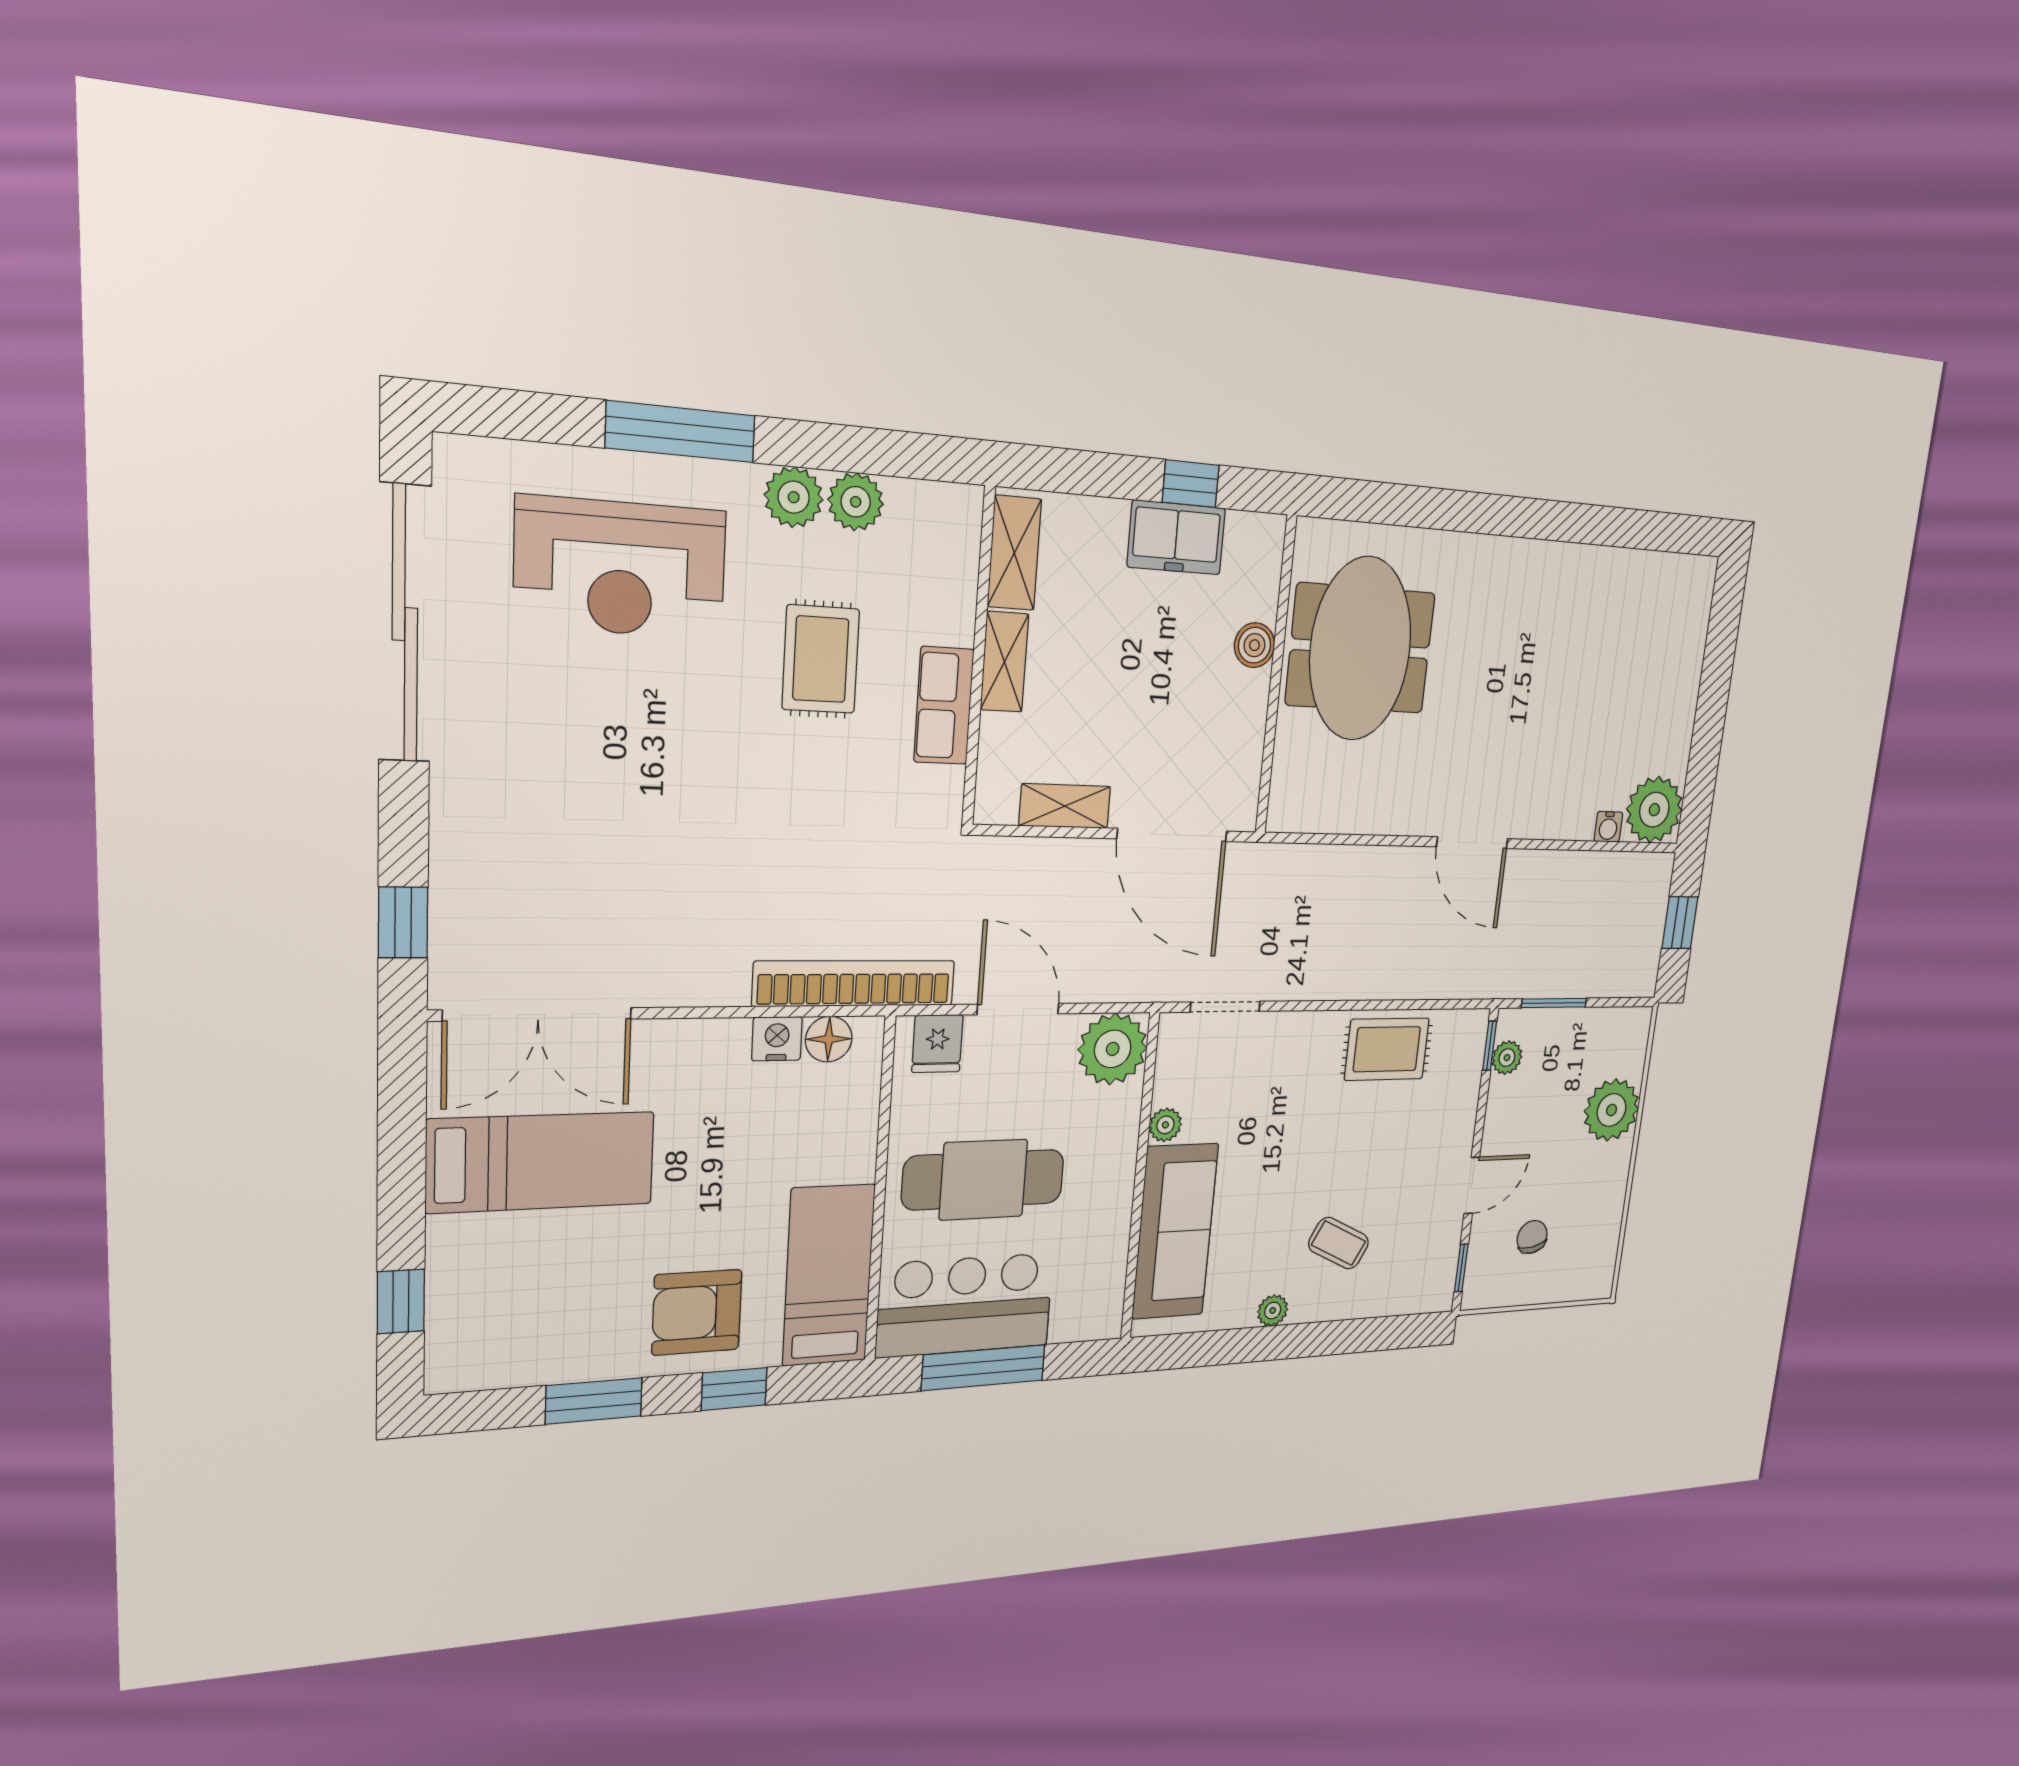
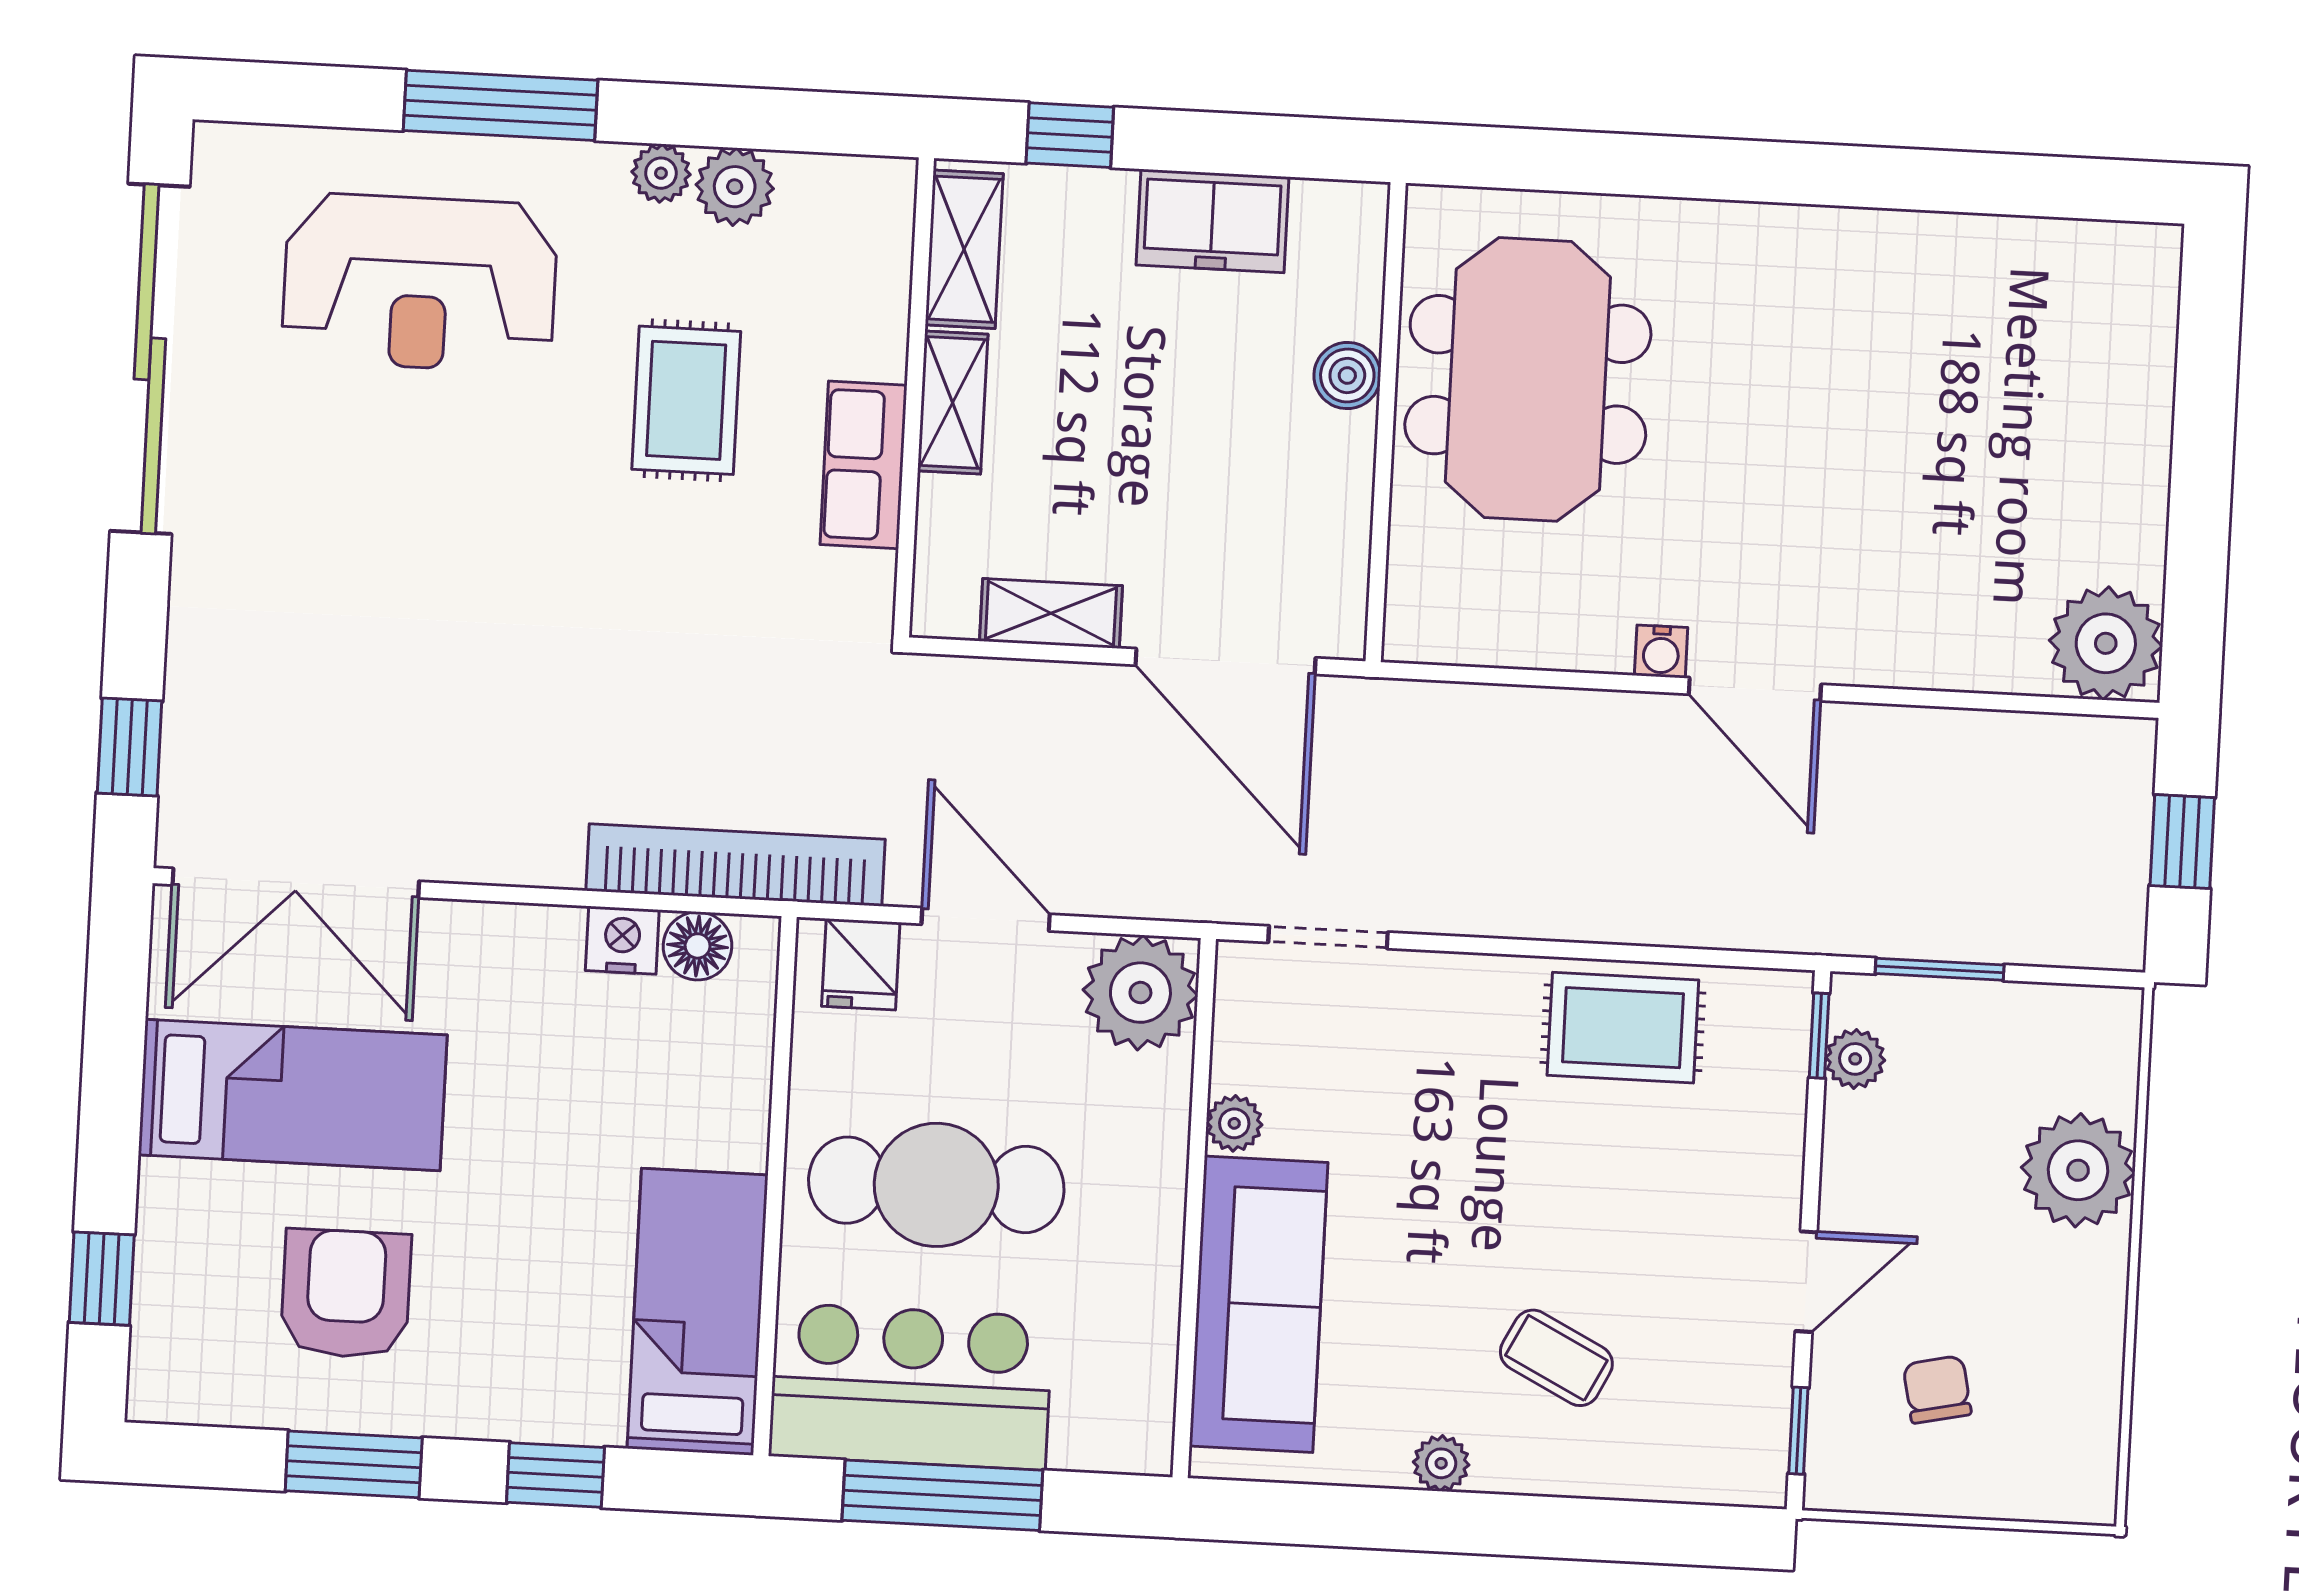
window: (1191, 484) -> (1070, 135), moved
plant: (794, 497) -> (661, 173), width x0.73, depth x0.73
water cooler: (1608, 827) -> (1661, 651), moved
armchair: (697, 1312) -> (346, 1294), moved, turned 90

